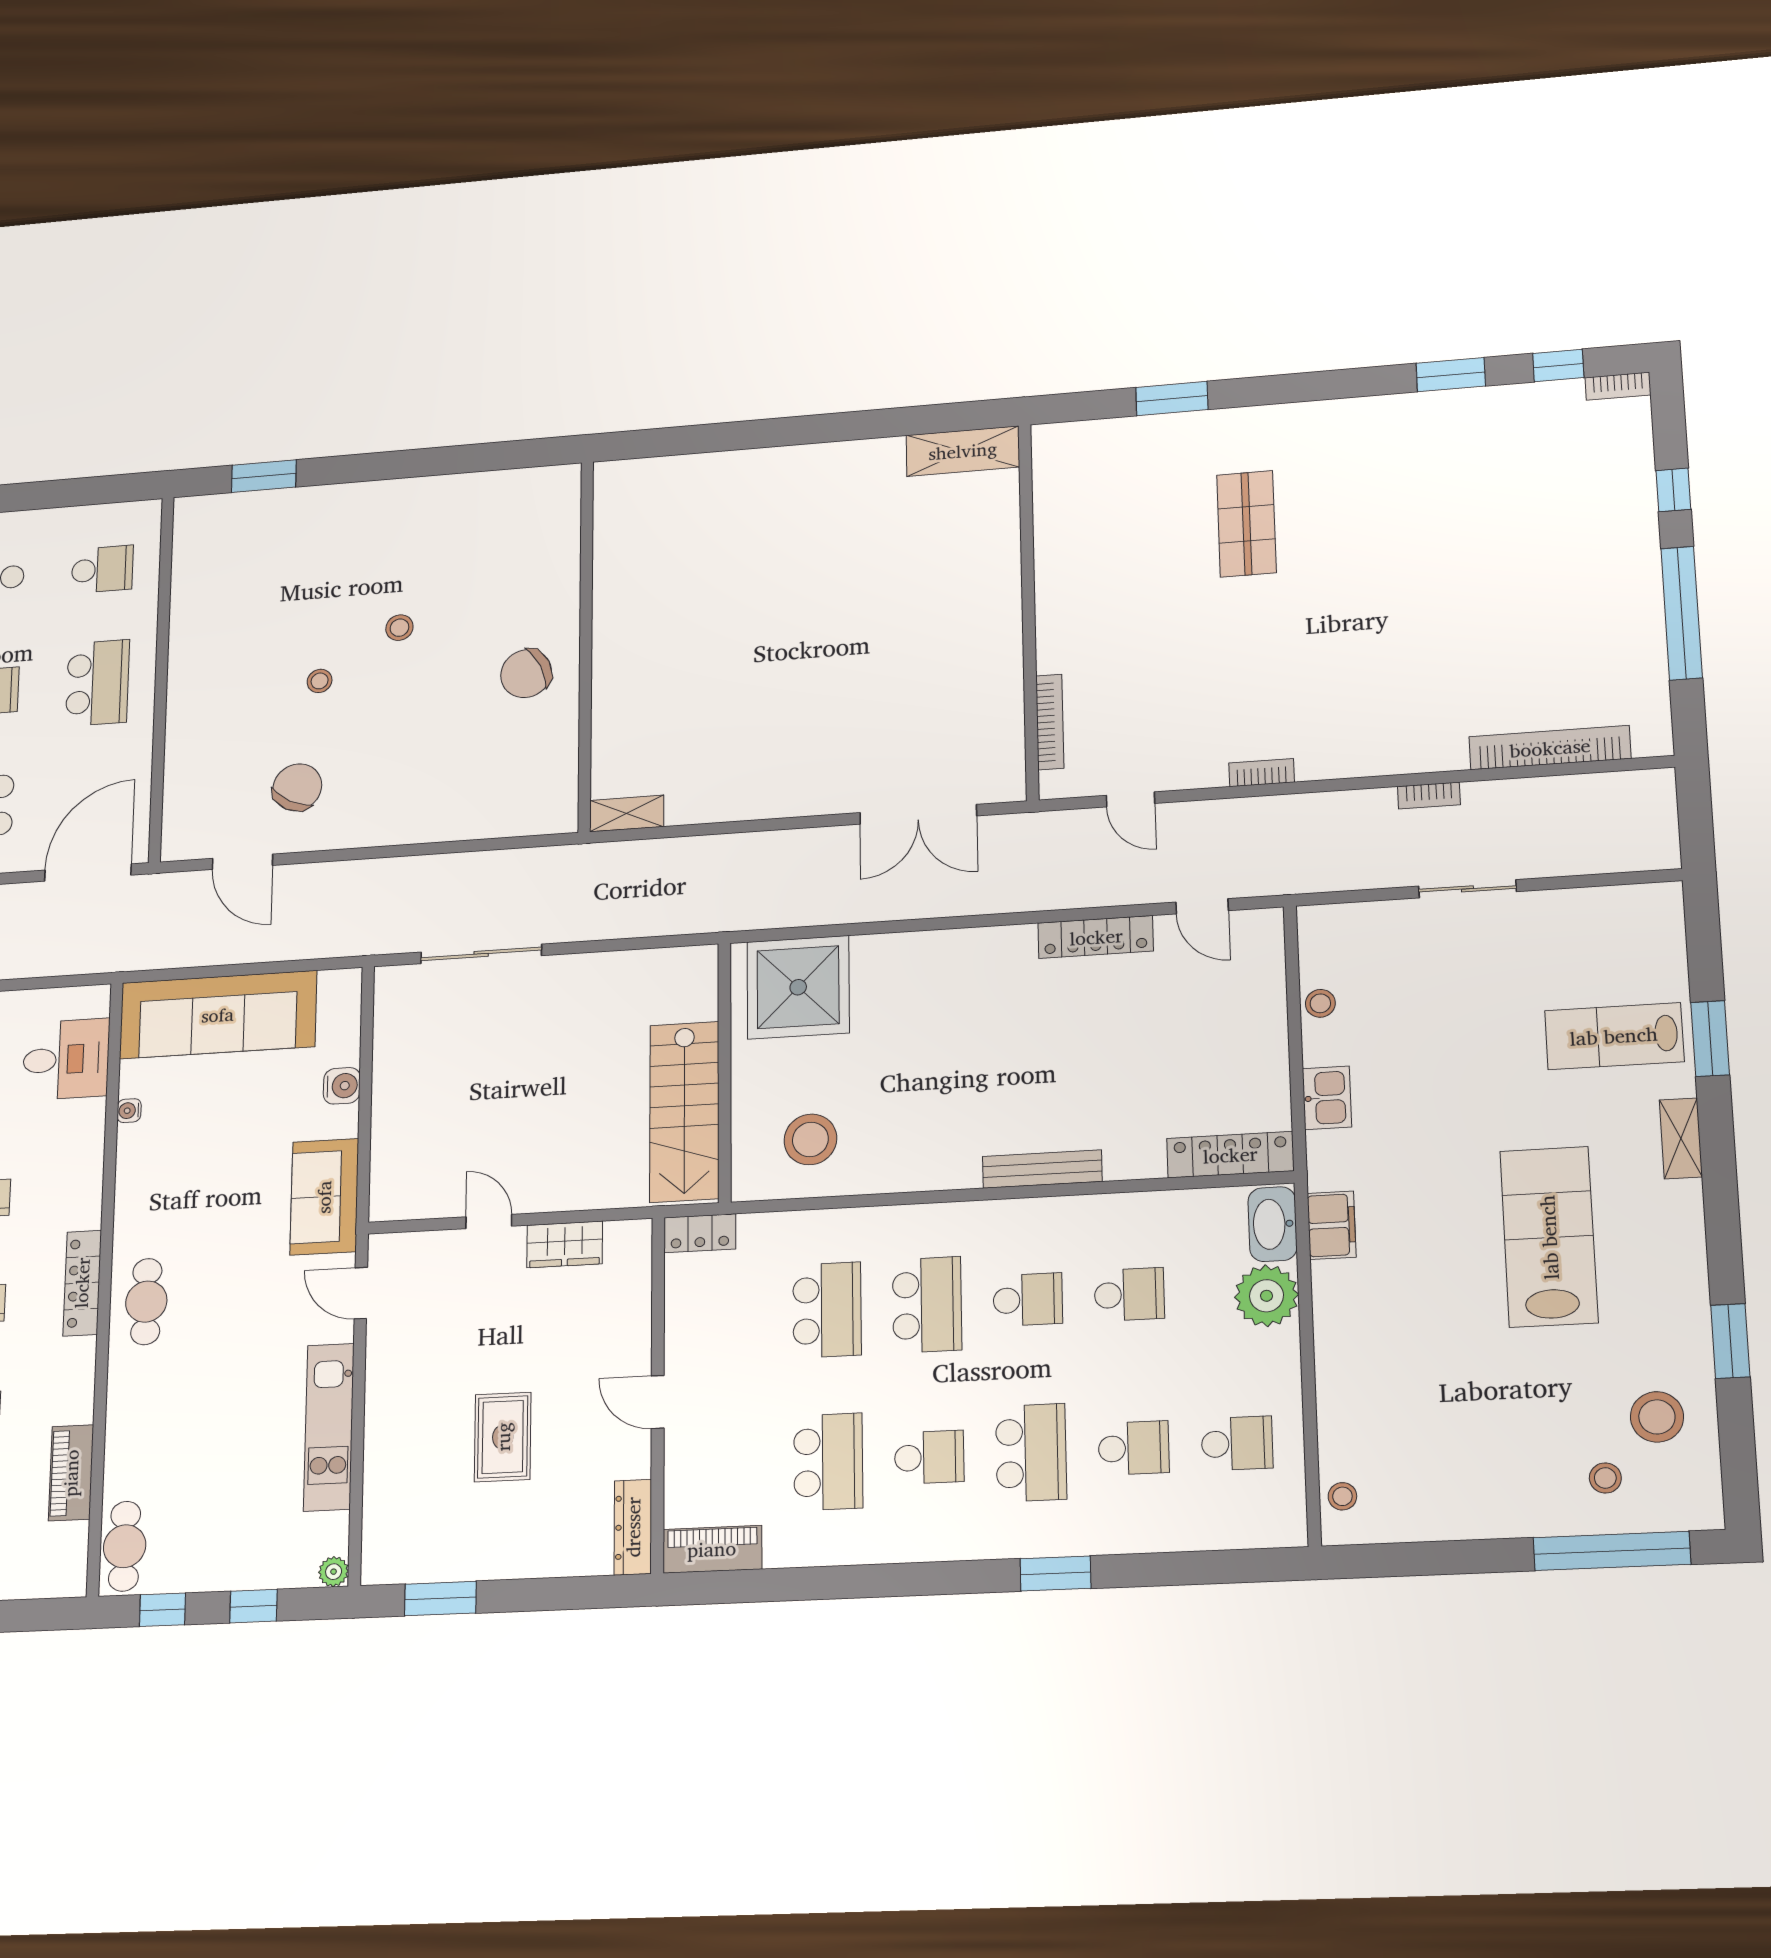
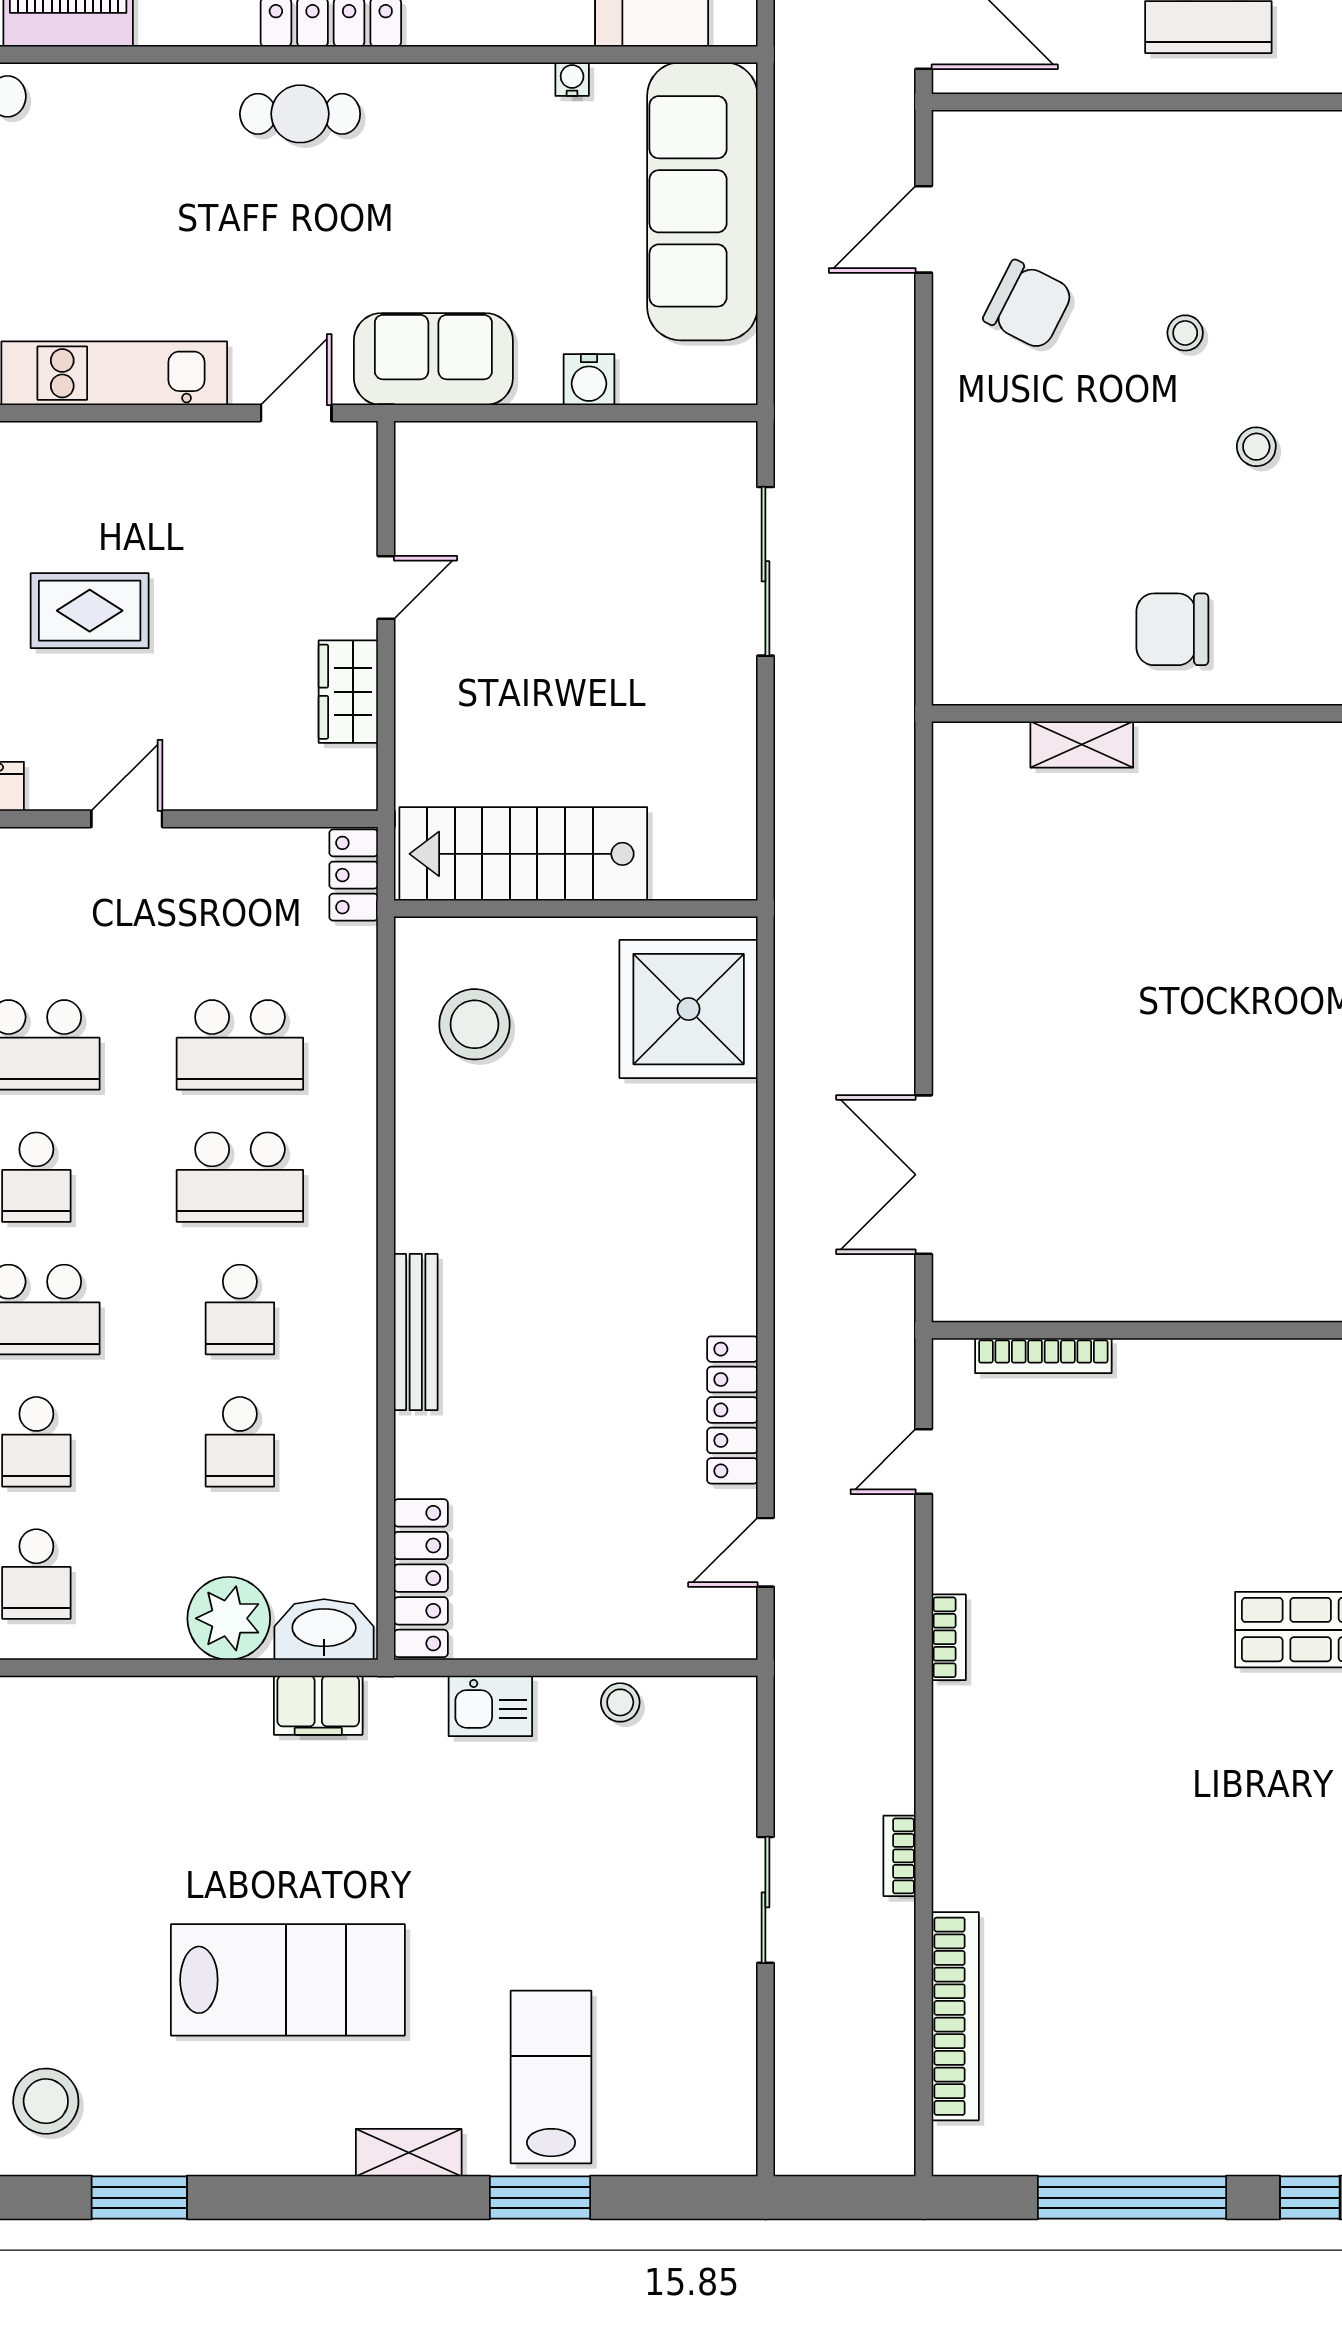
chair: (526, 674) -> (1172, 629), turned -64
shelving: (627, 813) -> (1082, 745), moved, turned 90

